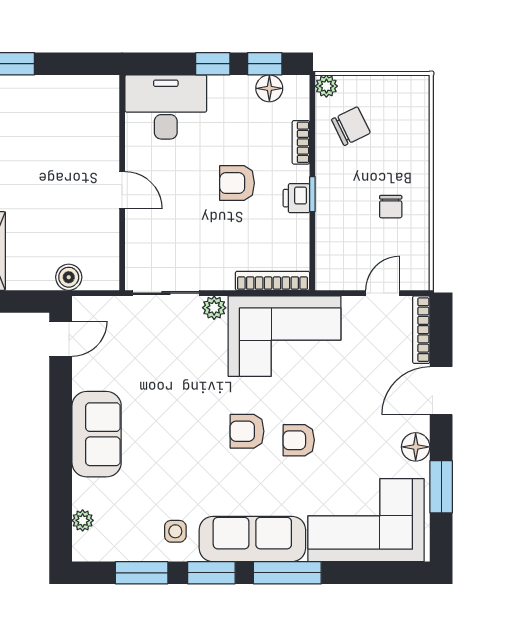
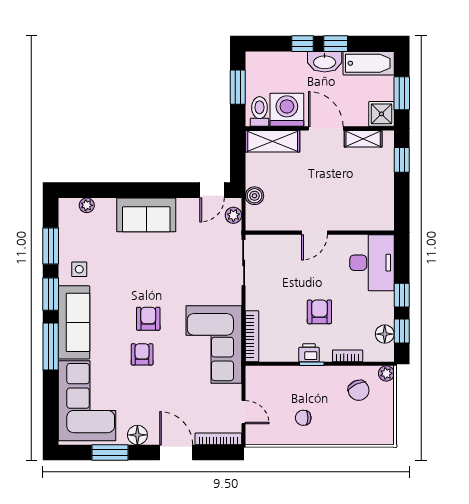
plant: (214, 308) -> (233, 215), moved
door: (61, 339) -> (212, 190), hinge flipped

